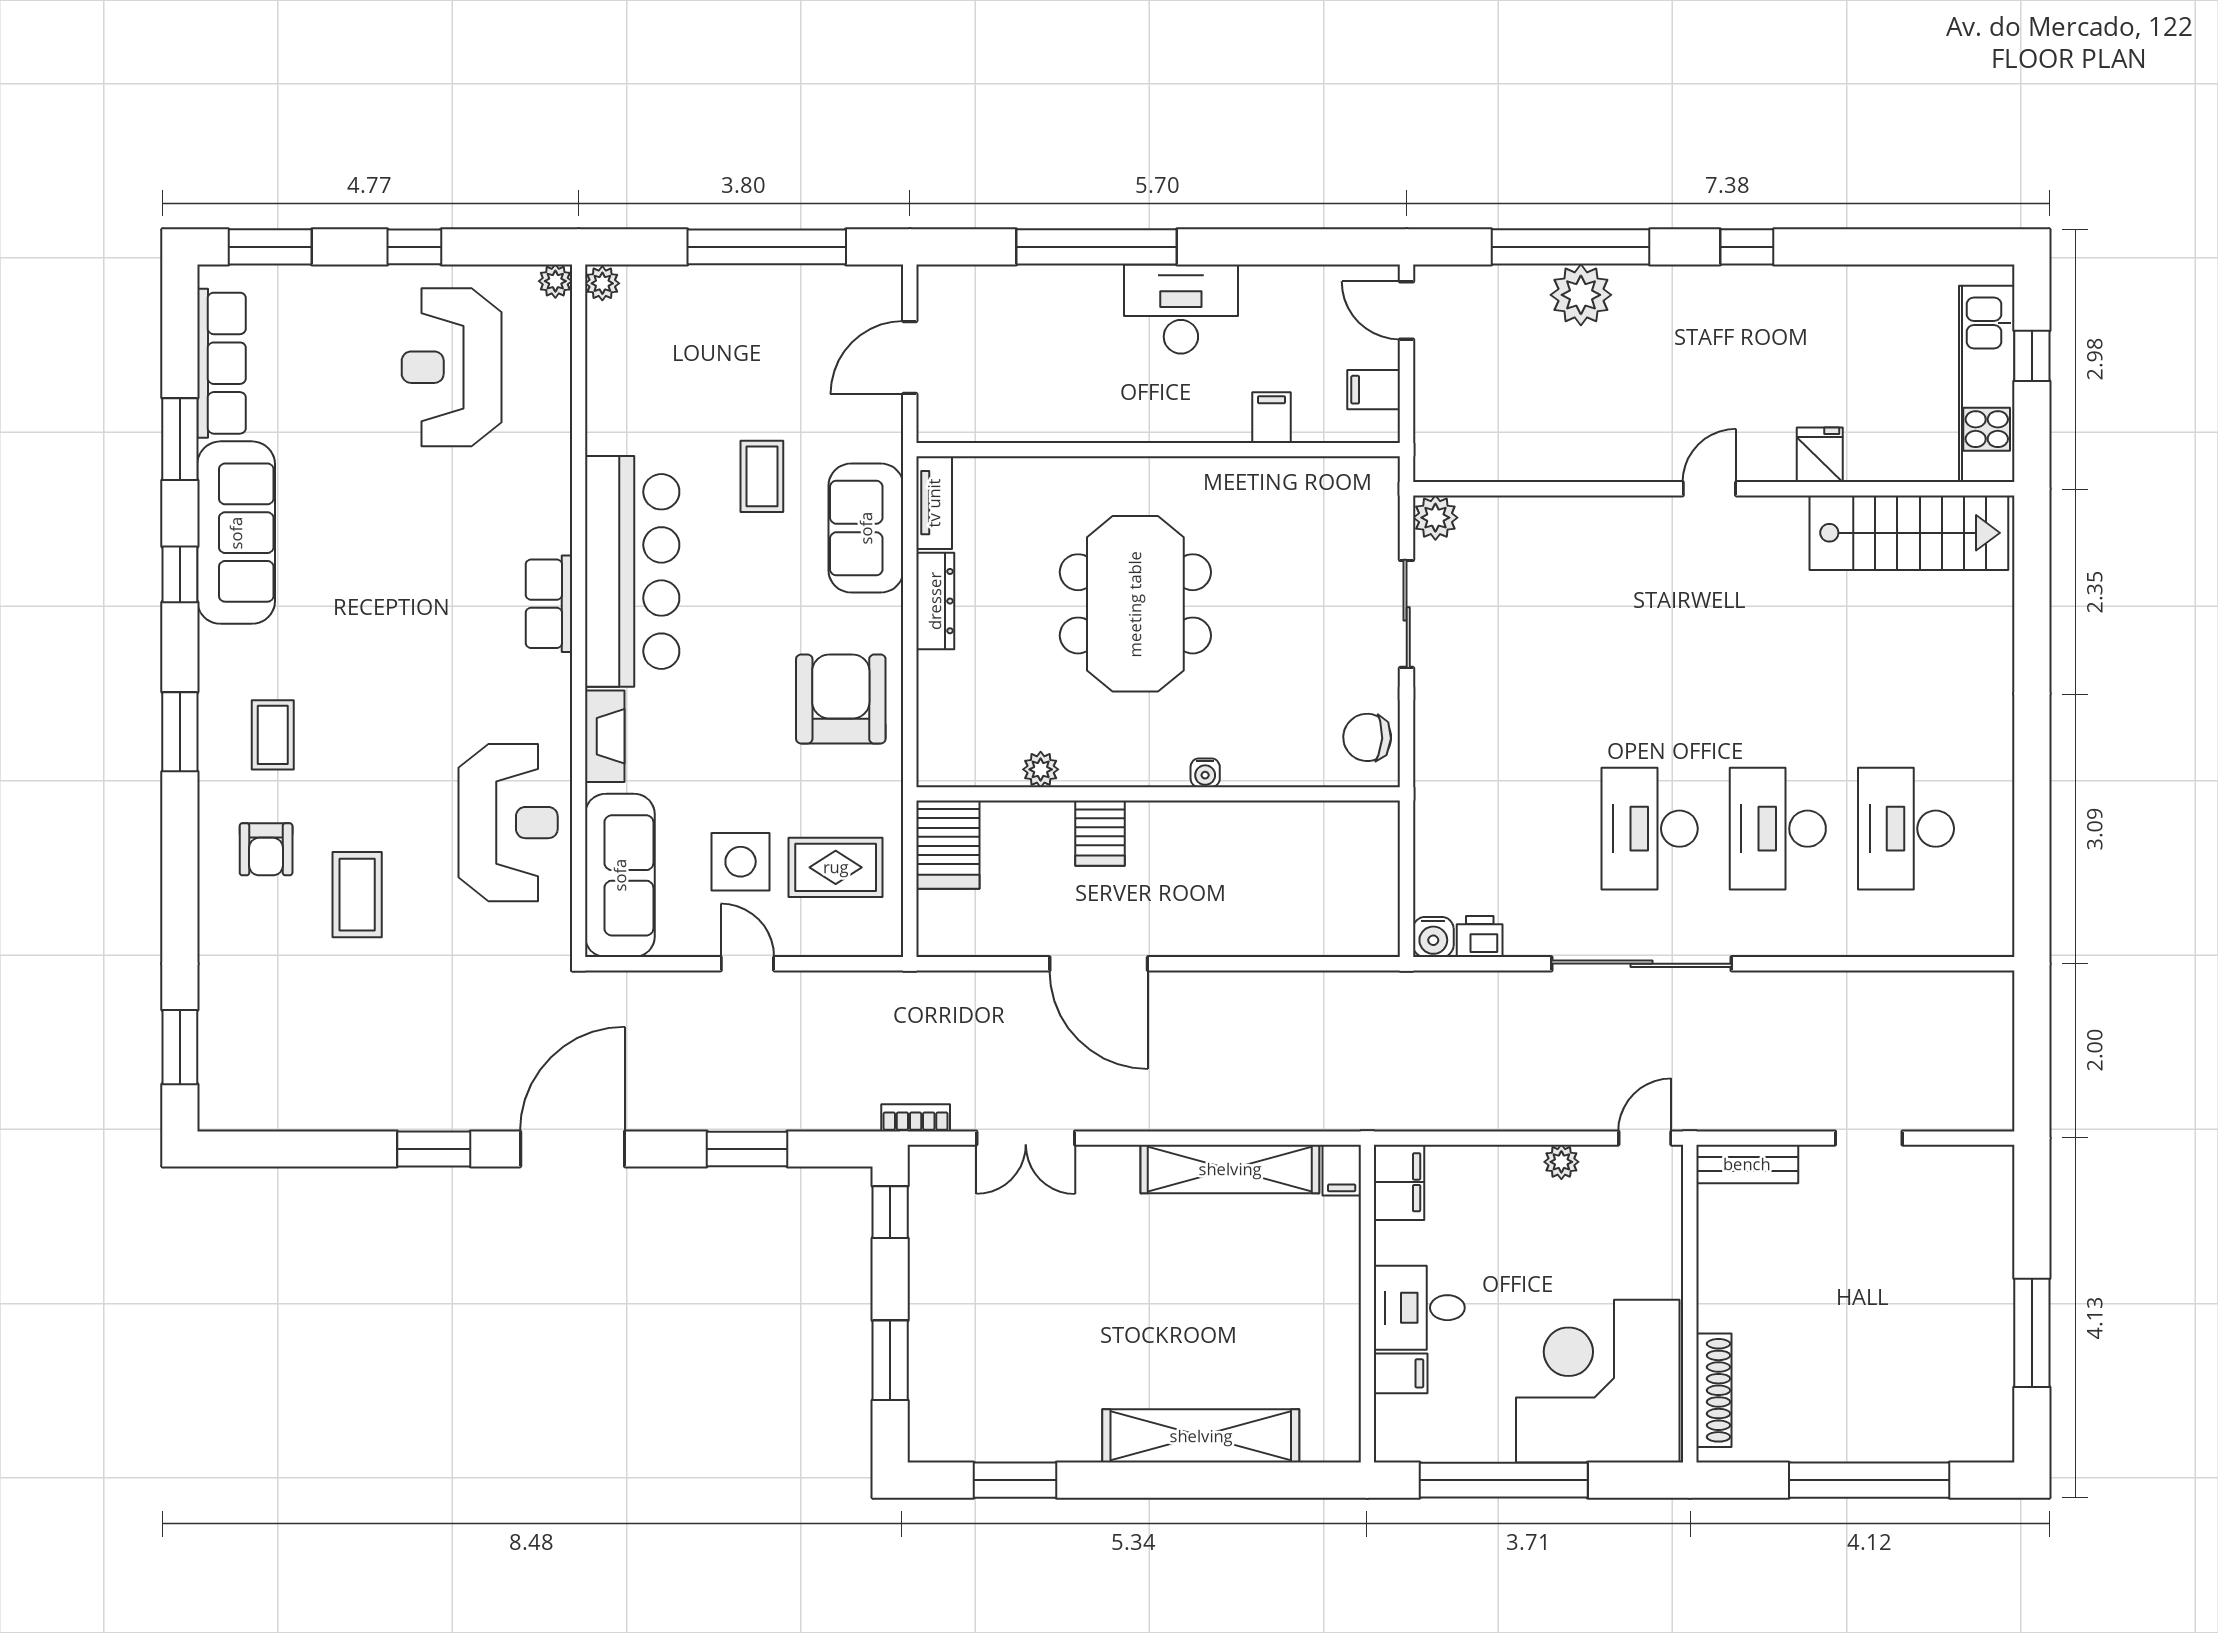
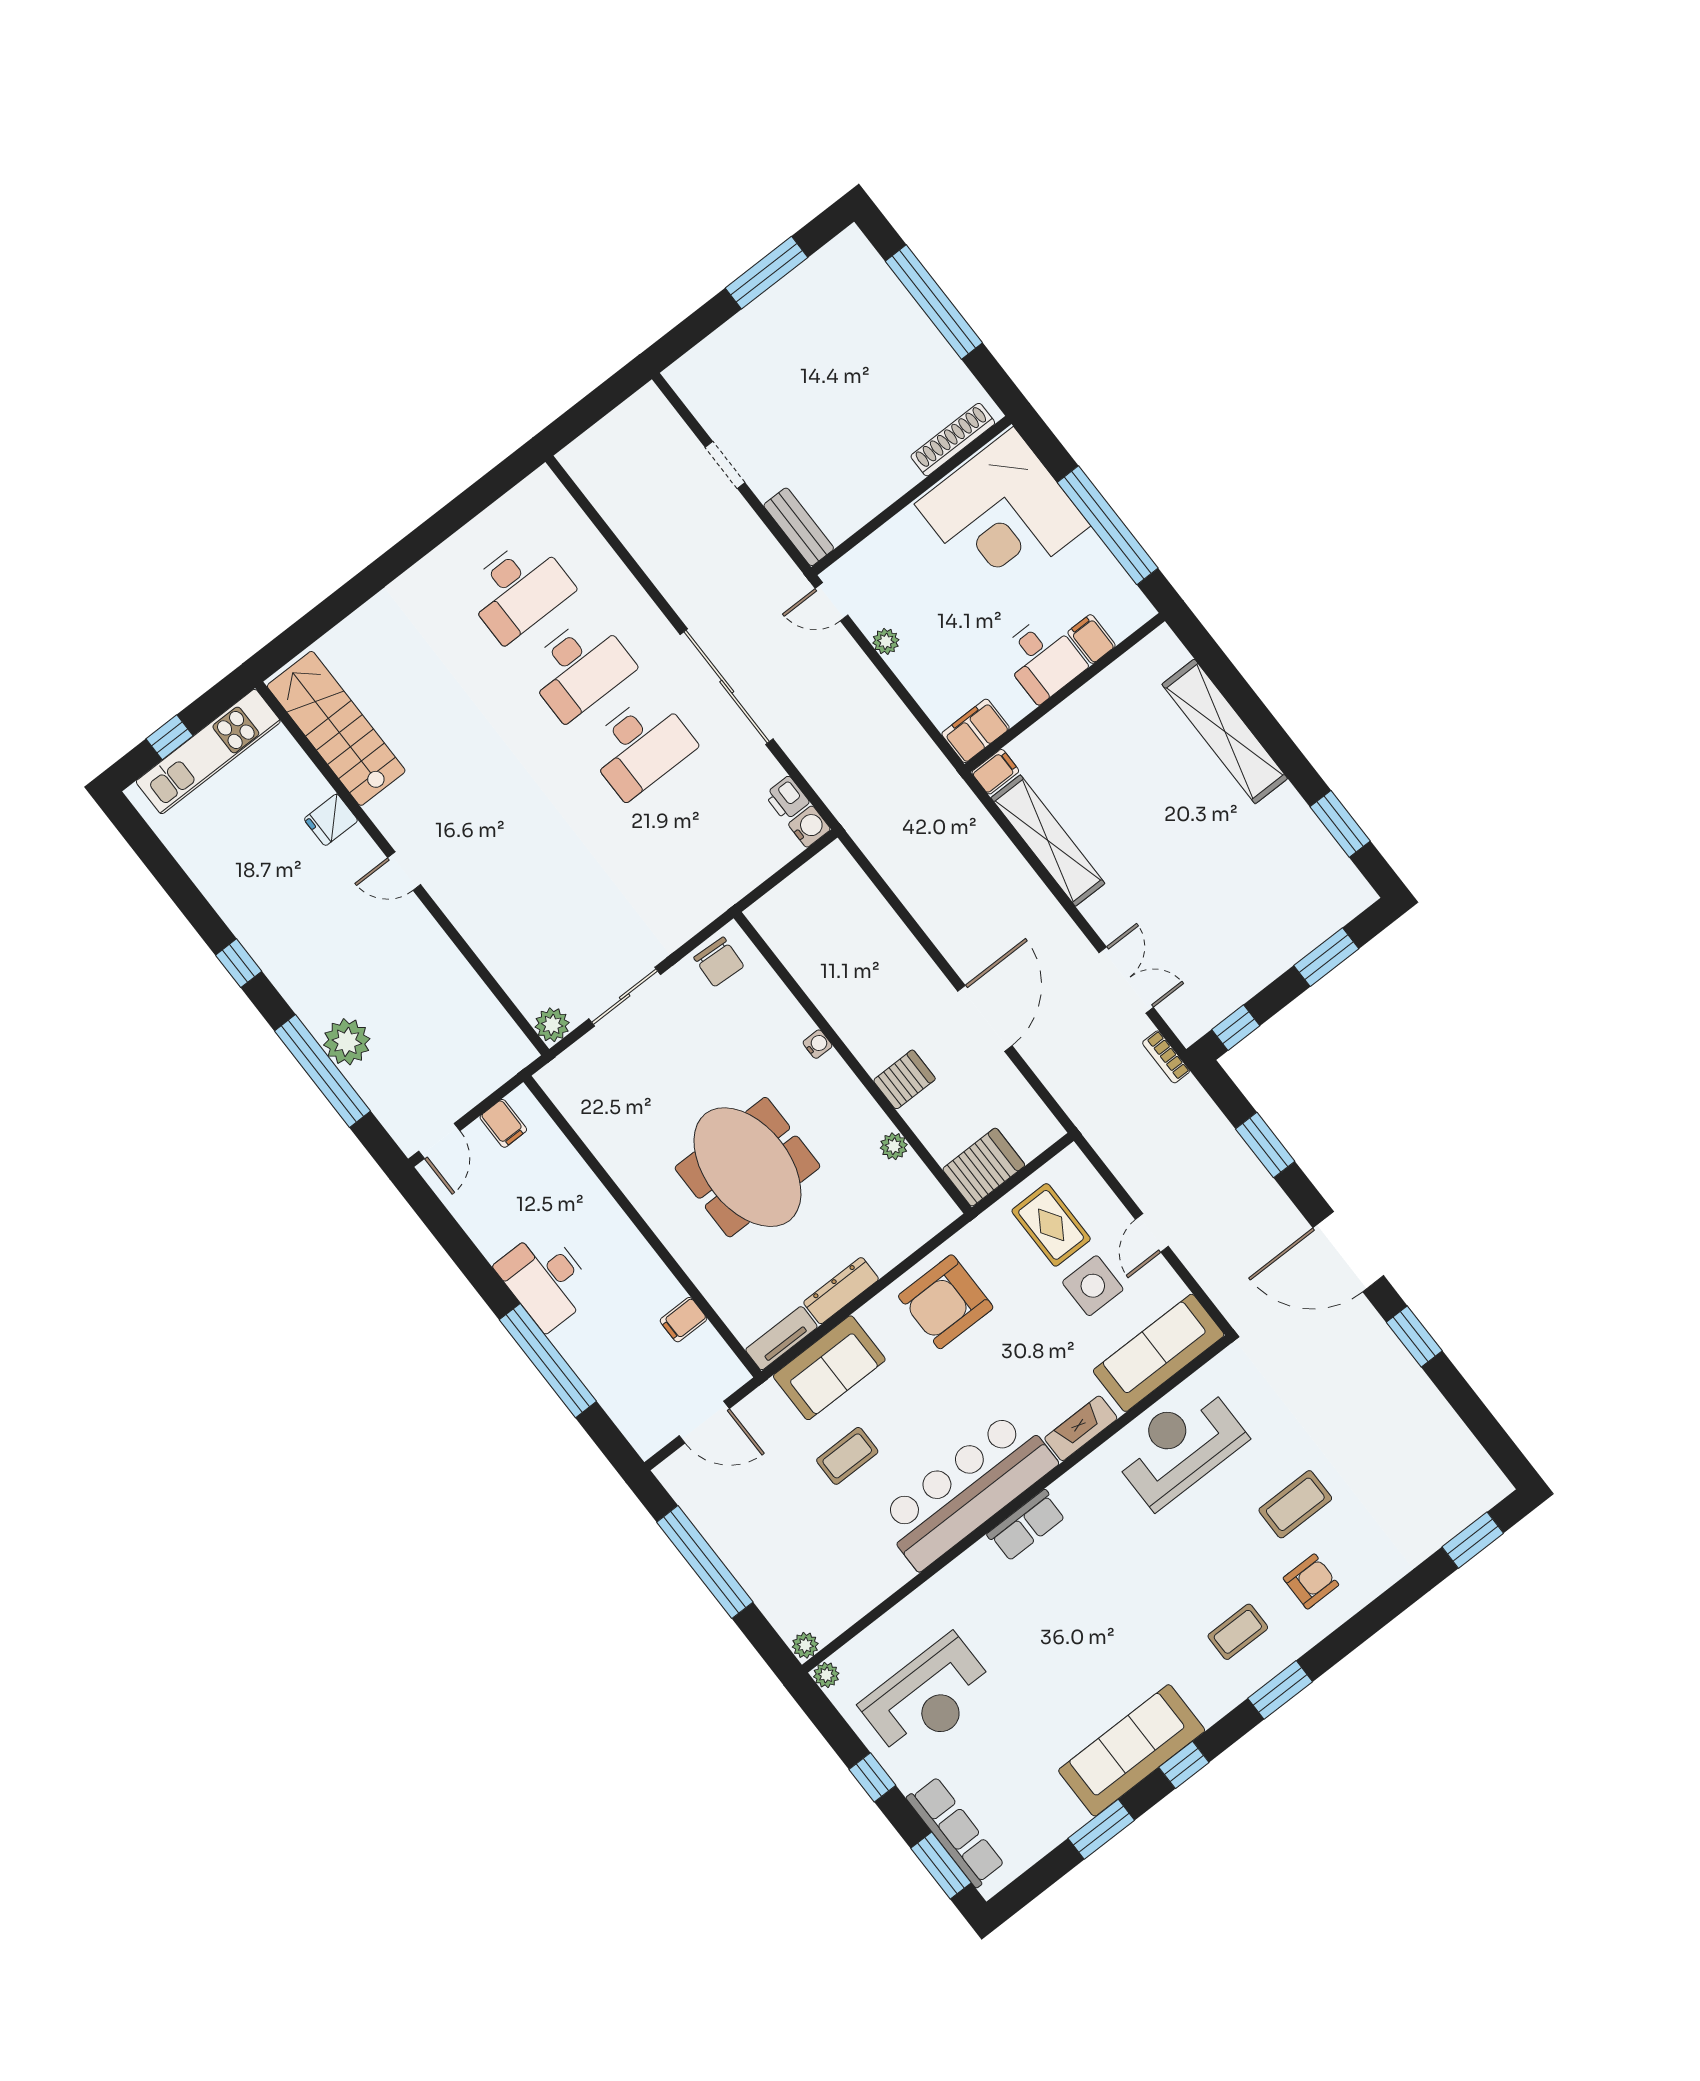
row of seats: (221, 363) -> (956, 1832), moved, turned 90
filing cabinet: (1271, 418) -> (683, 1320), moved
meeting table: (1135, 604) -> (747, 1167), turned 90

